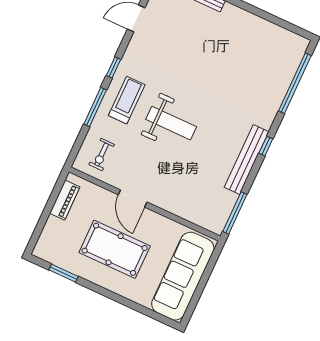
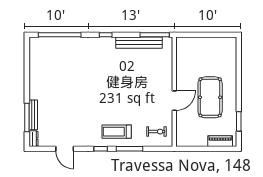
weight bench: (171, 123) -> (118, 98), removed
bench: (247, 159) -> (139, 43), moved
piano: (65, 200) -> (220, 141), moved
sofa: (183, 276) -> (207, 49), removed

